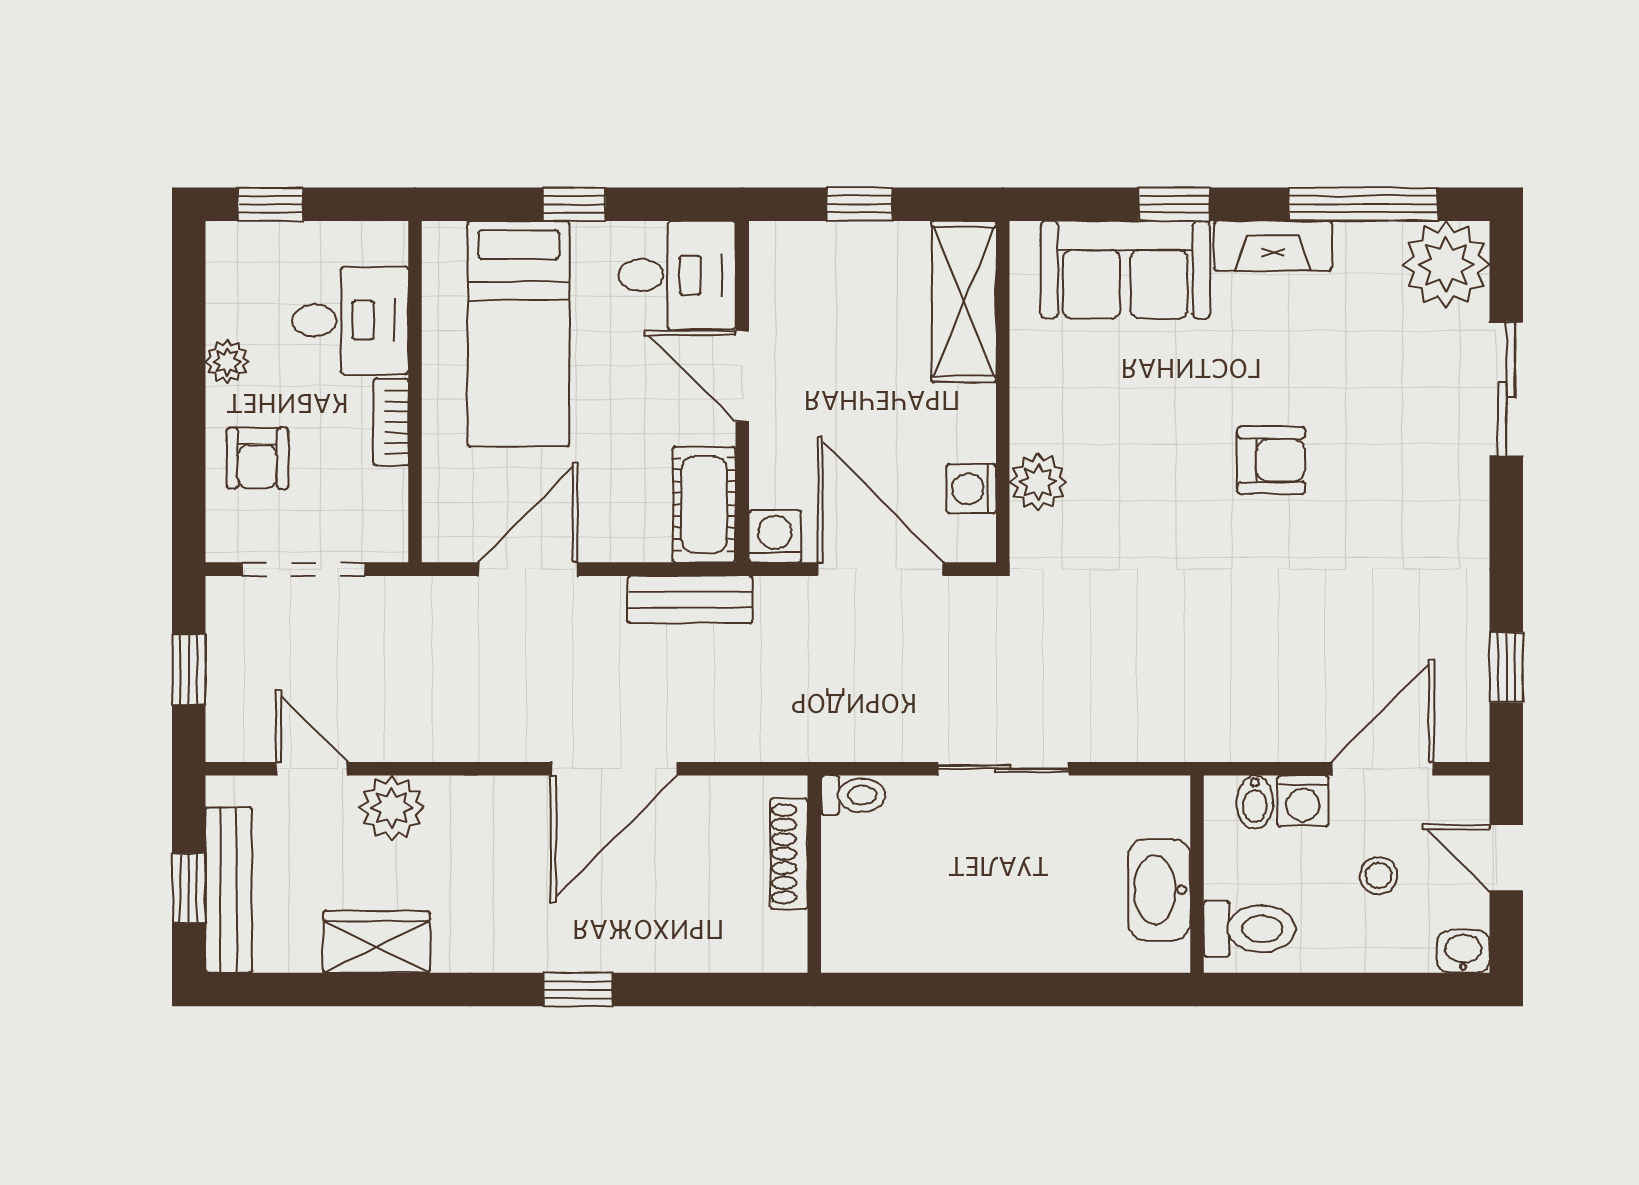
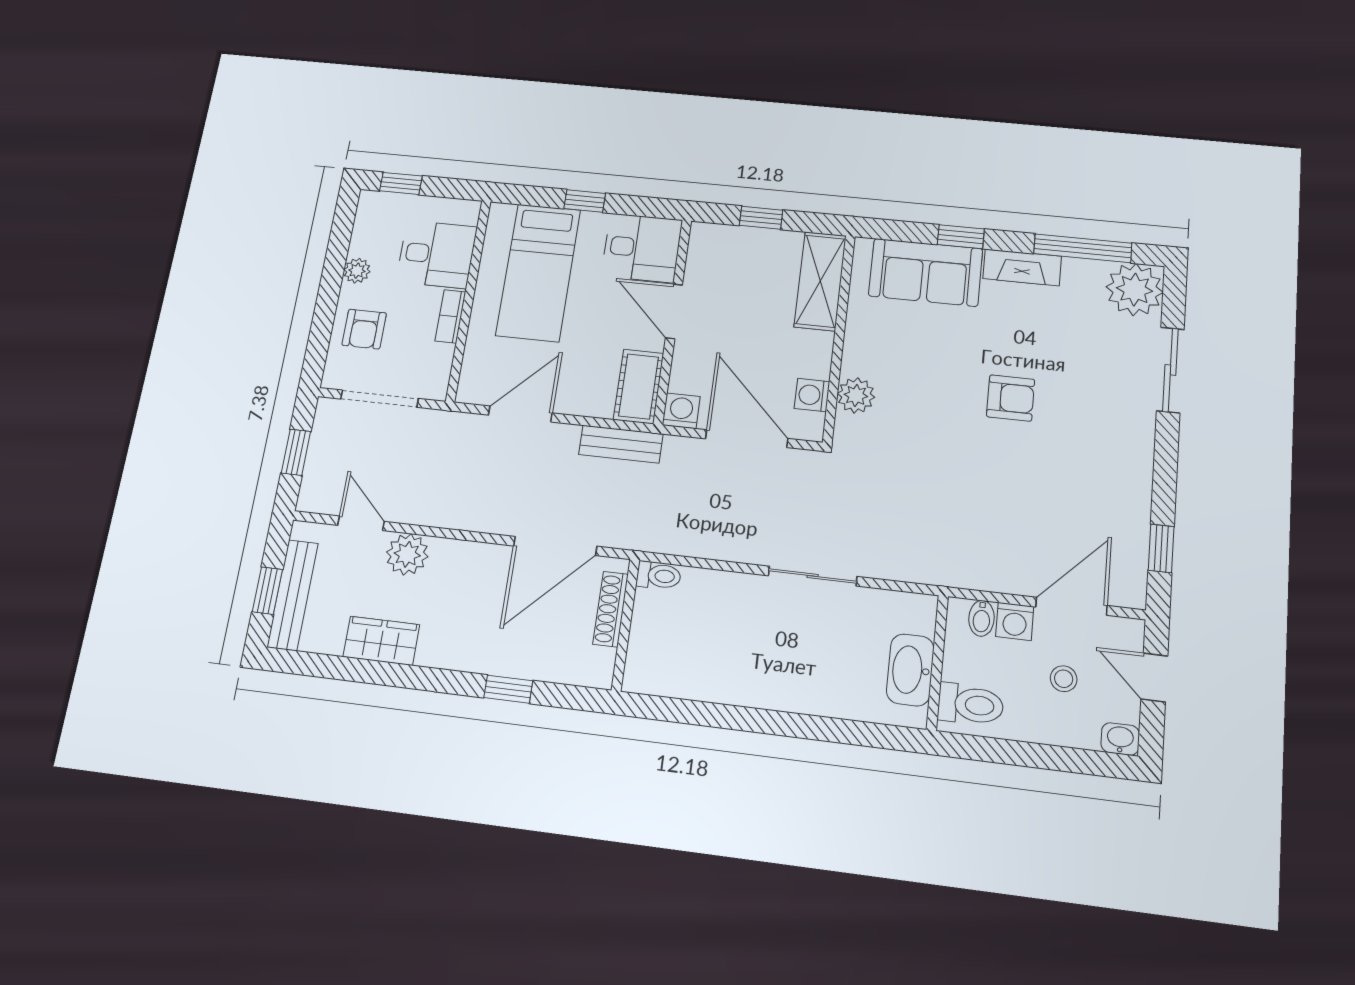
toilet: (853, 795) -> (659, 576), moved
shoe rack: (789, 854) -> (611, 609), moved
wall: (814, 874) -> (626, 625), moved

